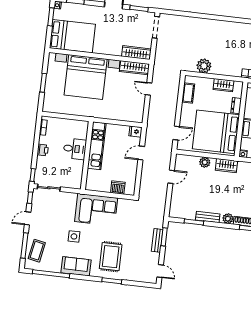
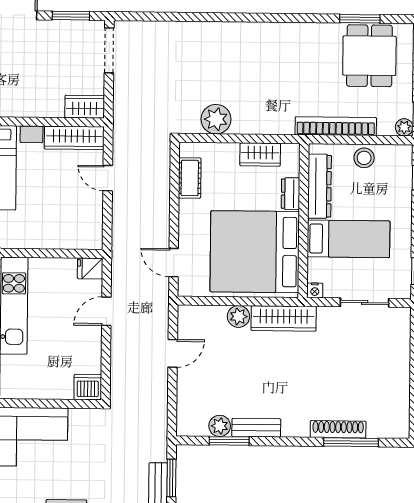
wardrobe: (136, 53) -> (85, 107), width x0.67
door: (176, 133) -> (174, 263), swing flipped
wardrobe: (226, 166) -> (284, 318), width x1.50
dishwasher: (118, 188) -> (88, 387), moved
plant: (228, 219) -> (220, 426), moved

